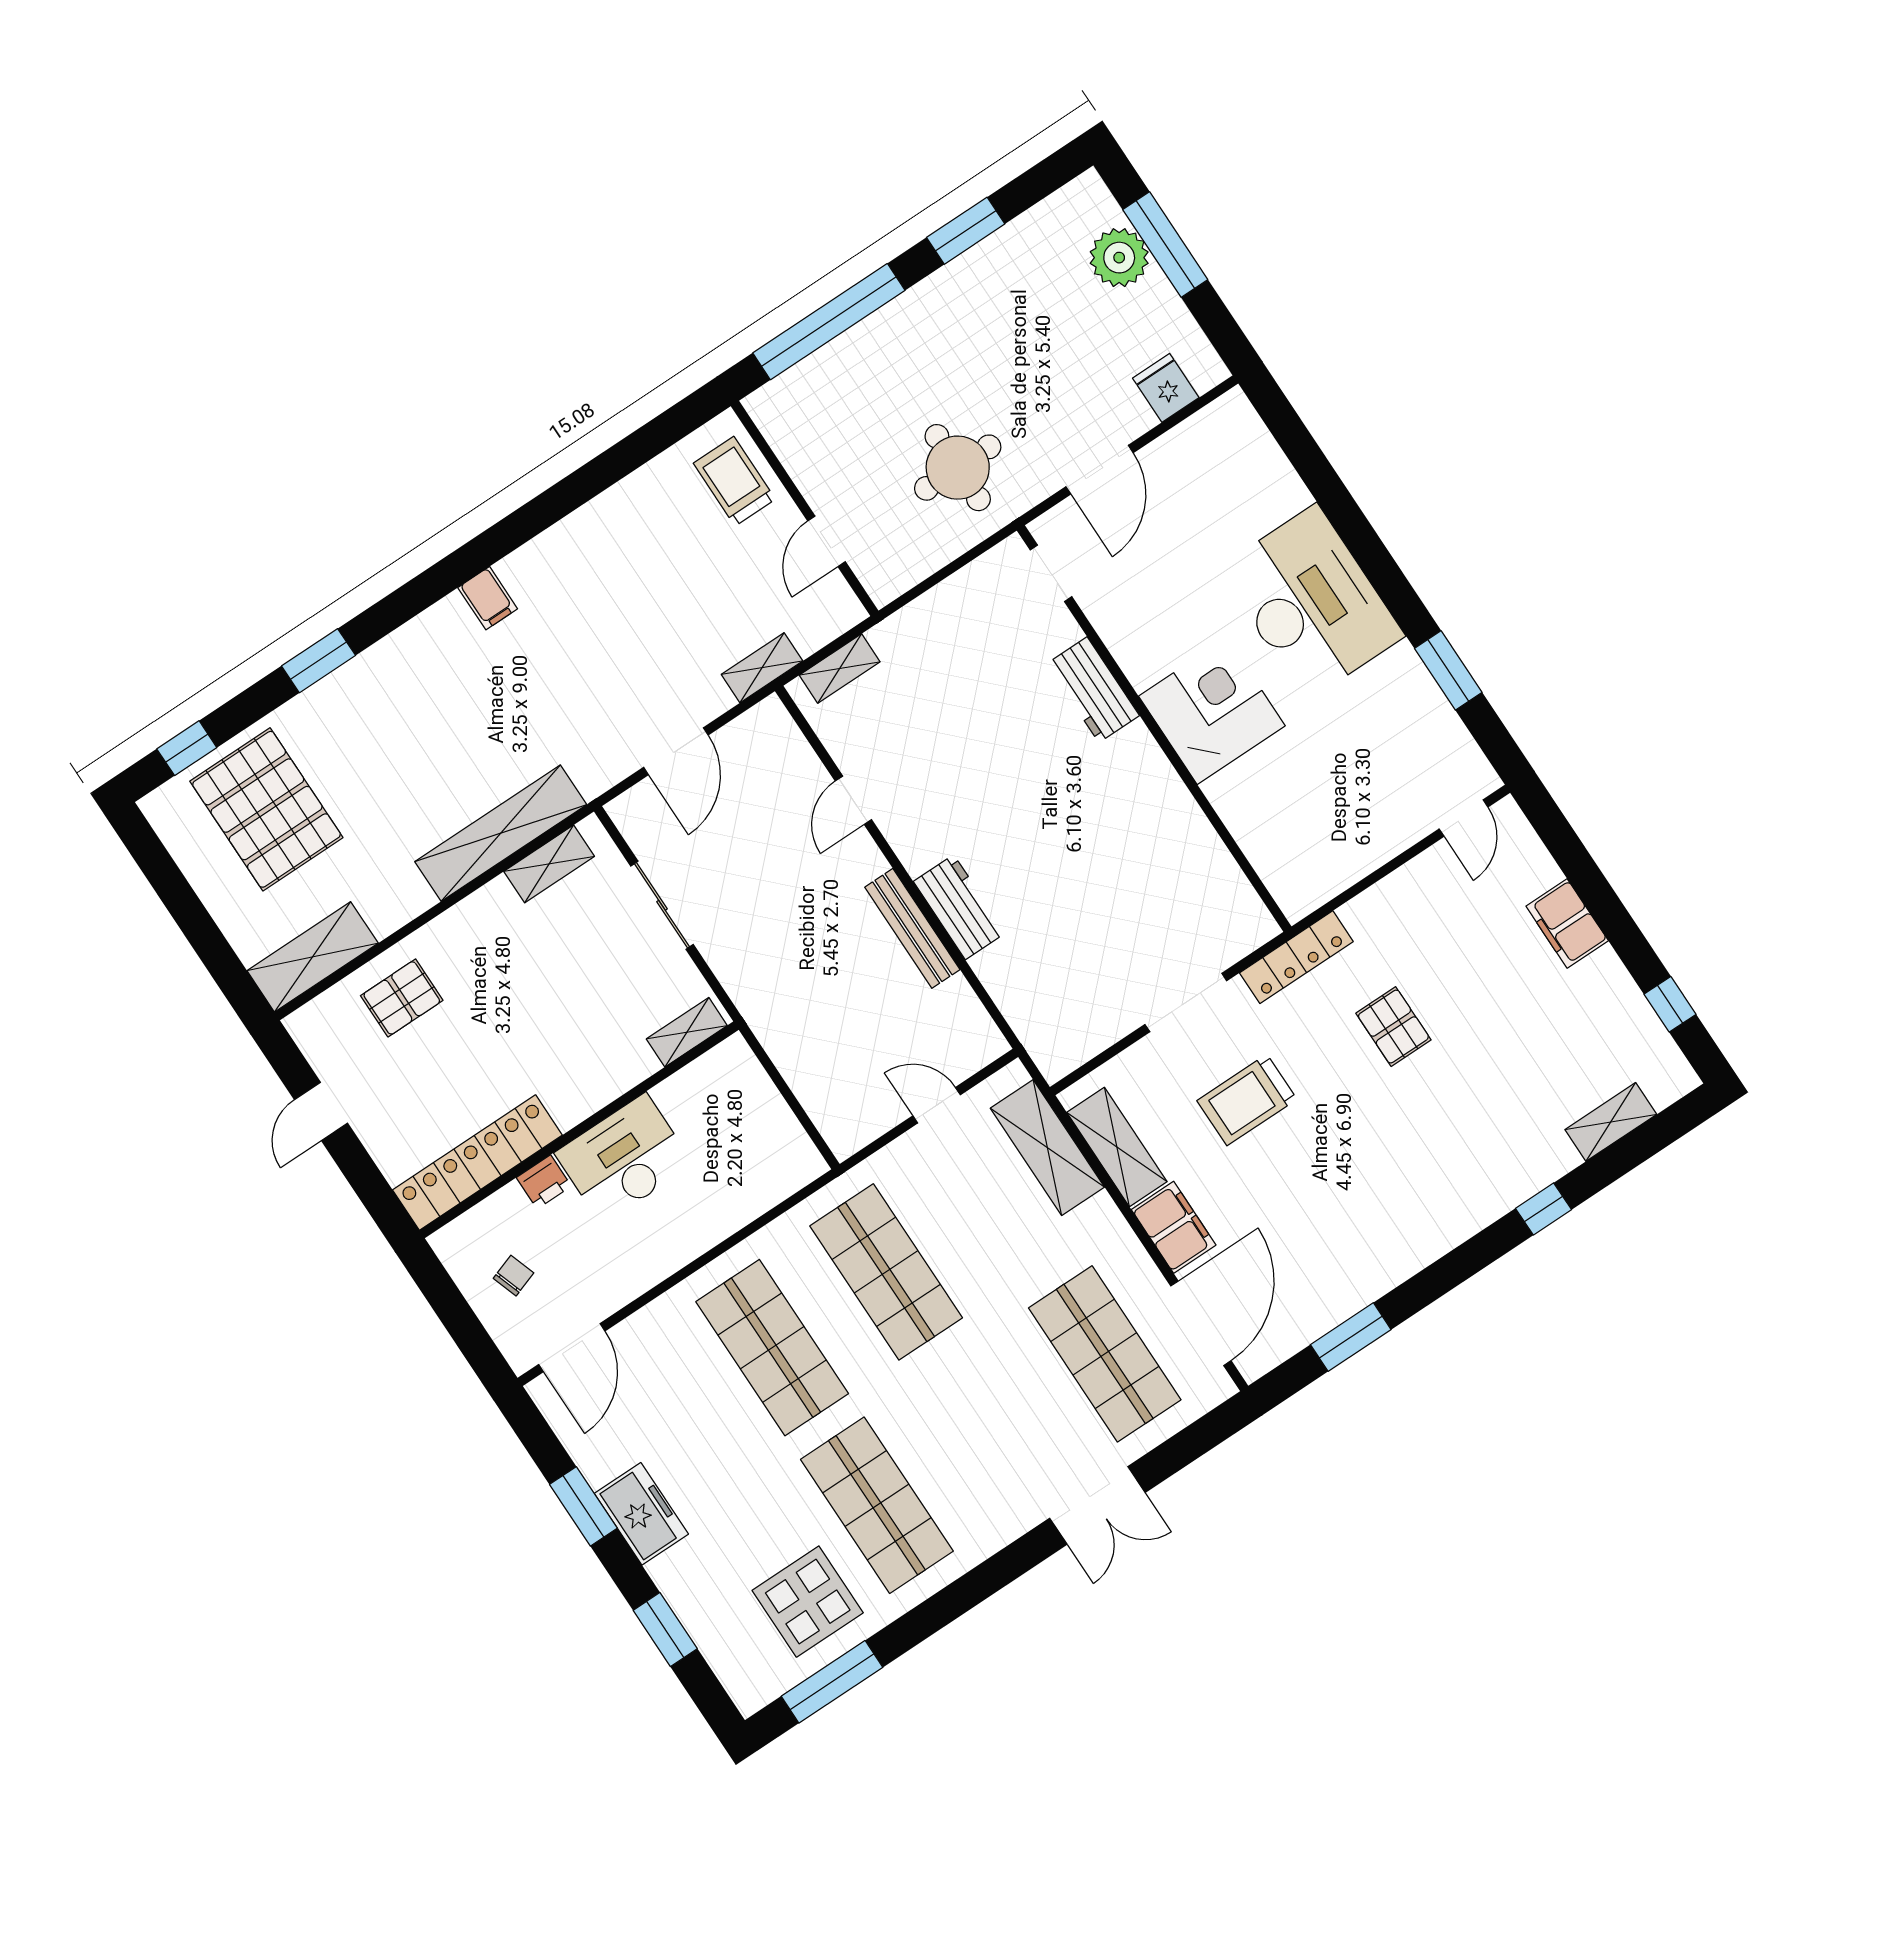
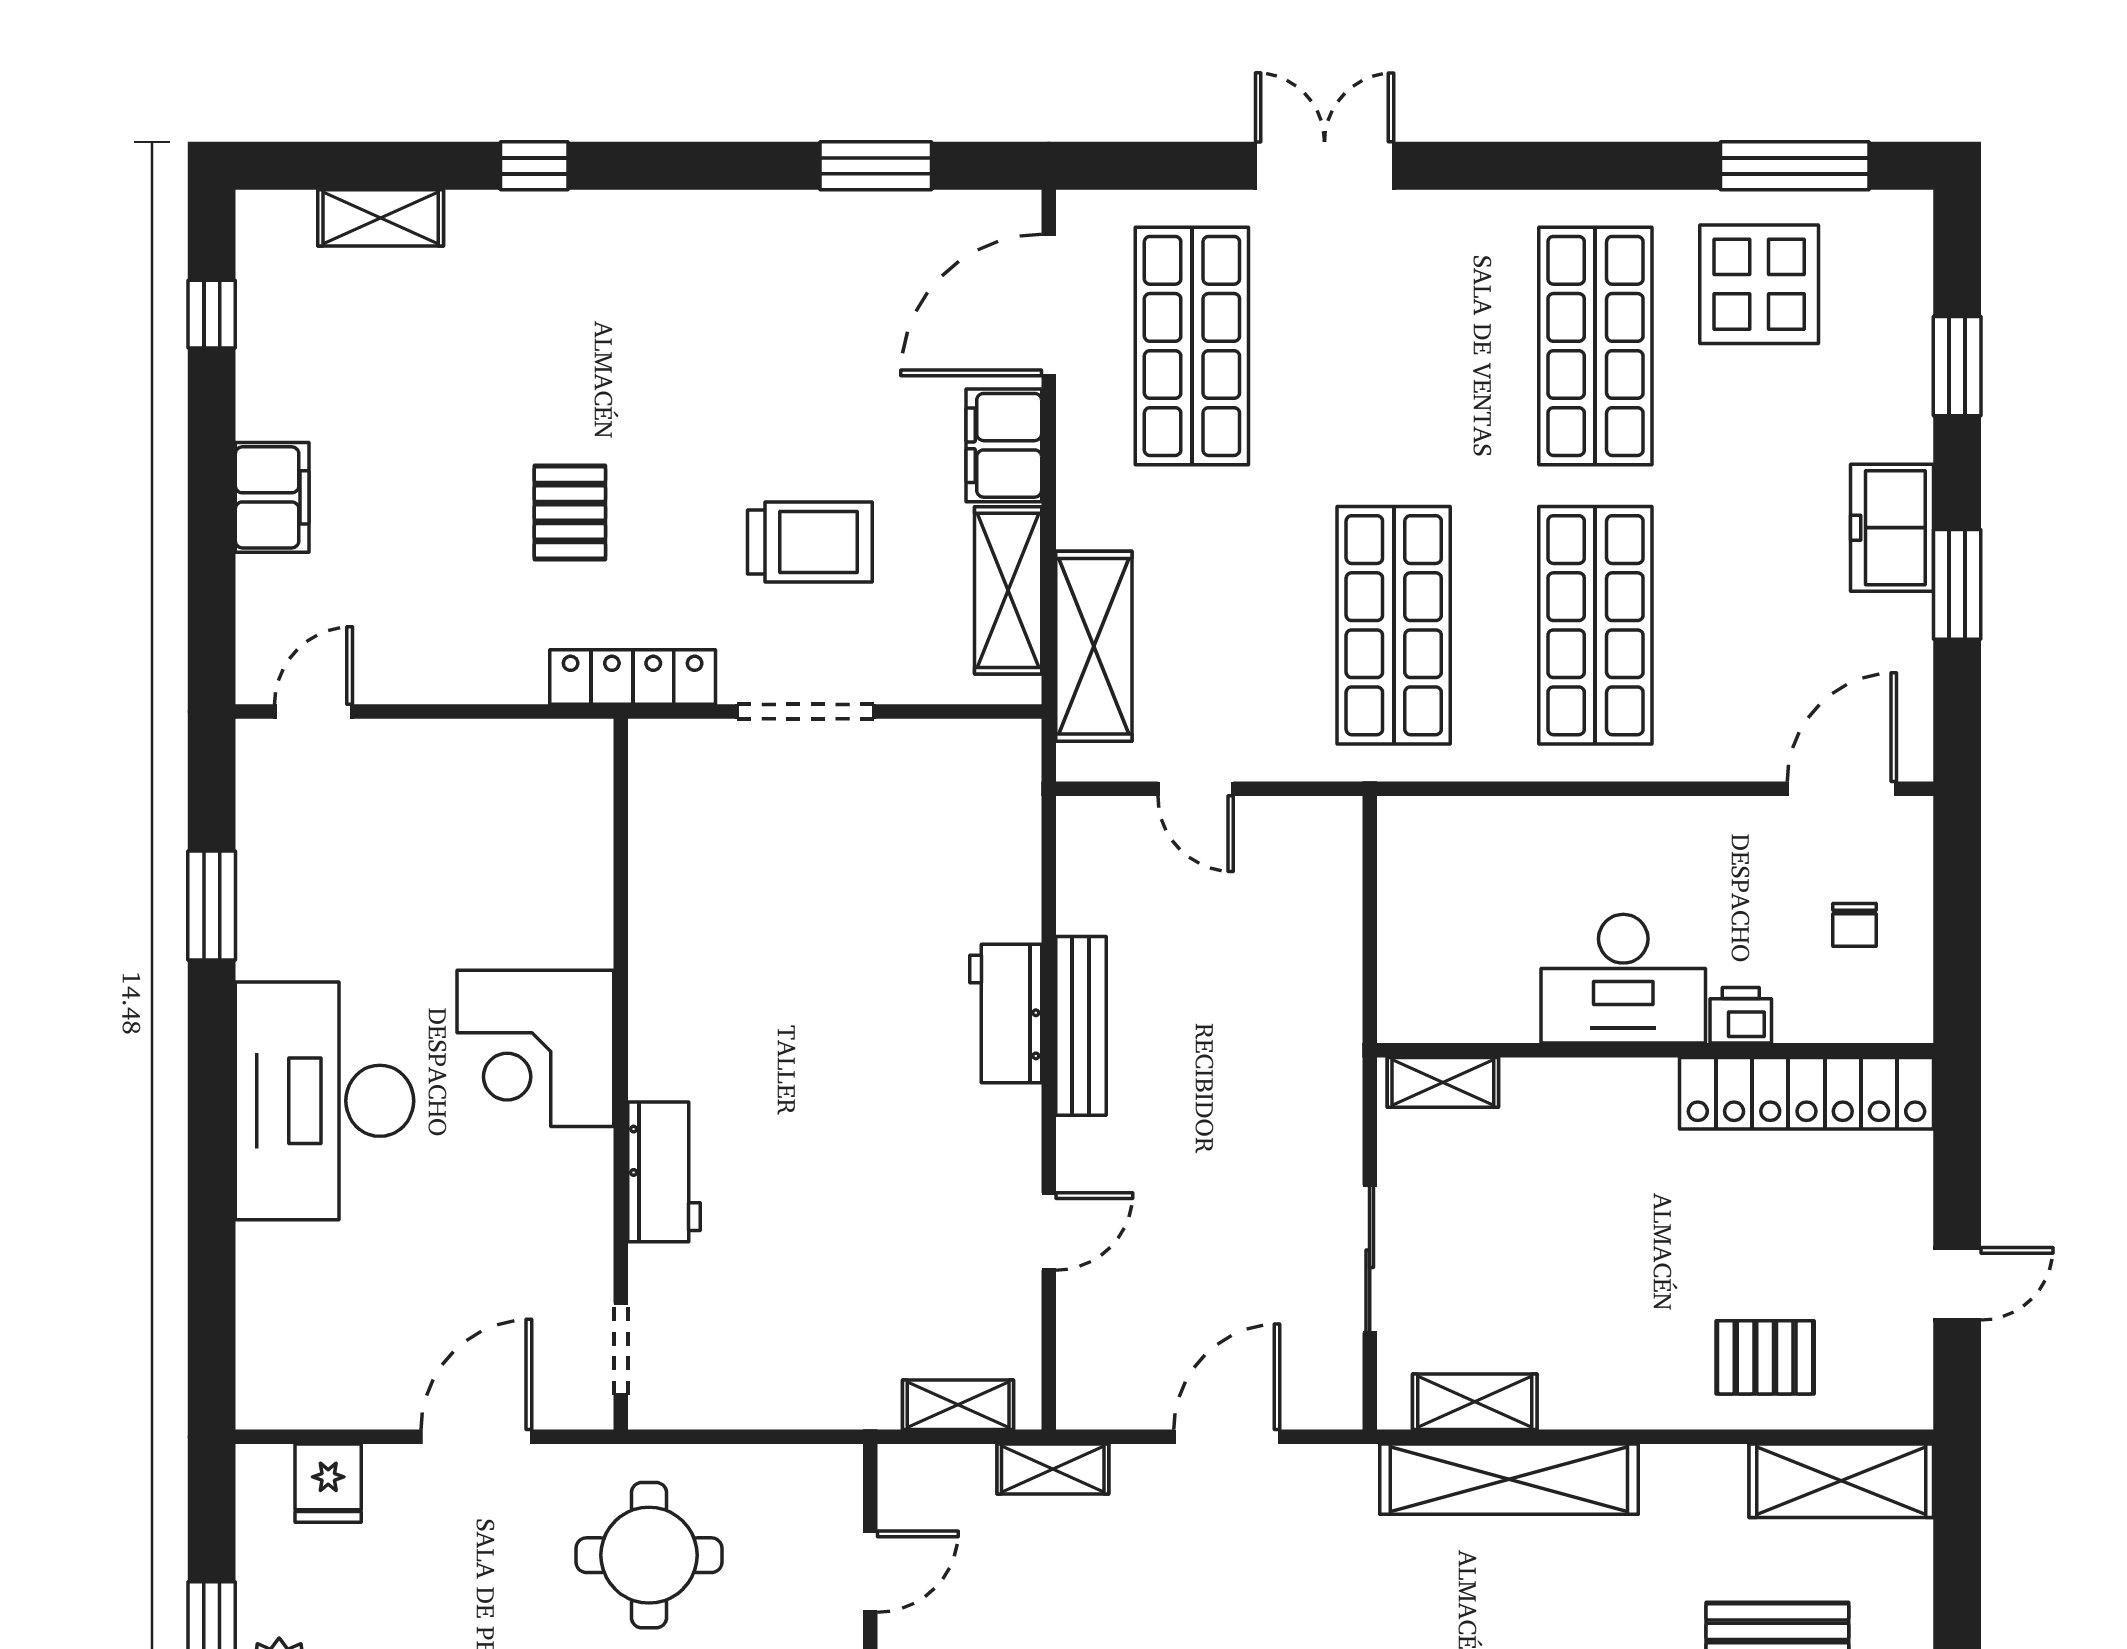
chair: (514, 1276) -> (1855, 925), turned -71

